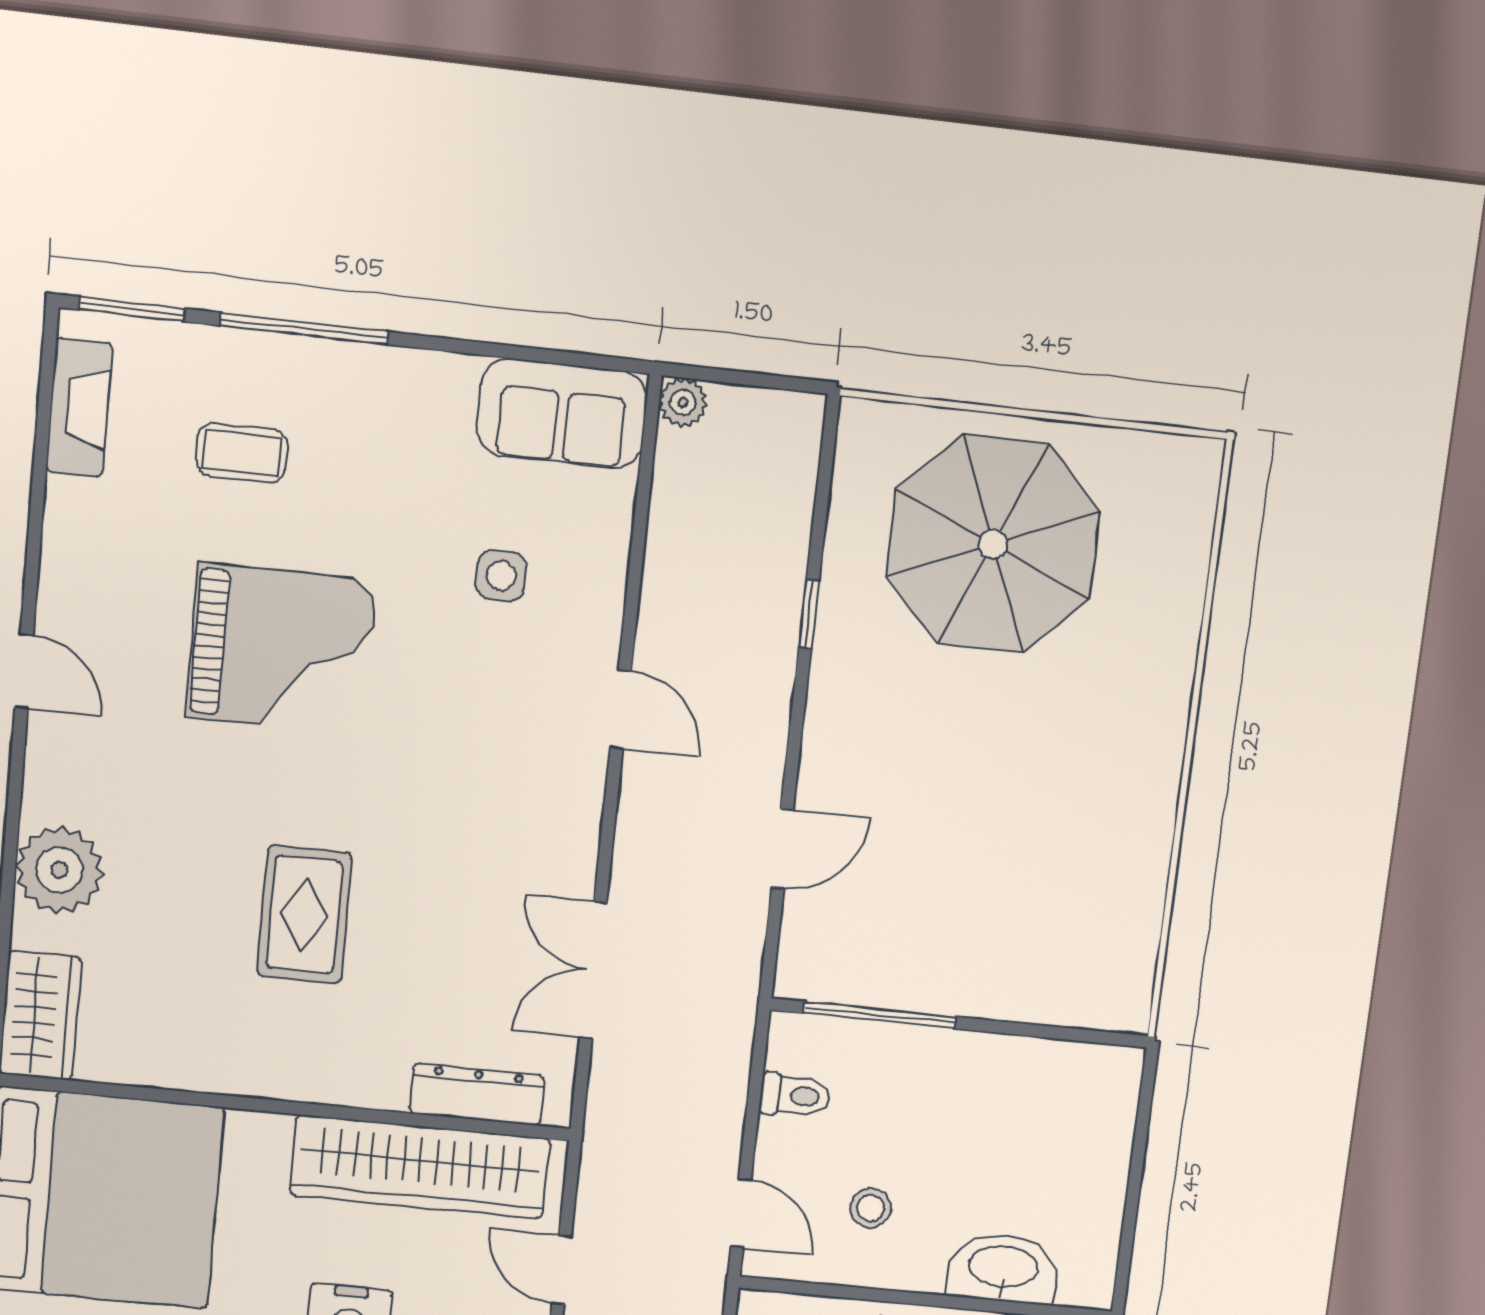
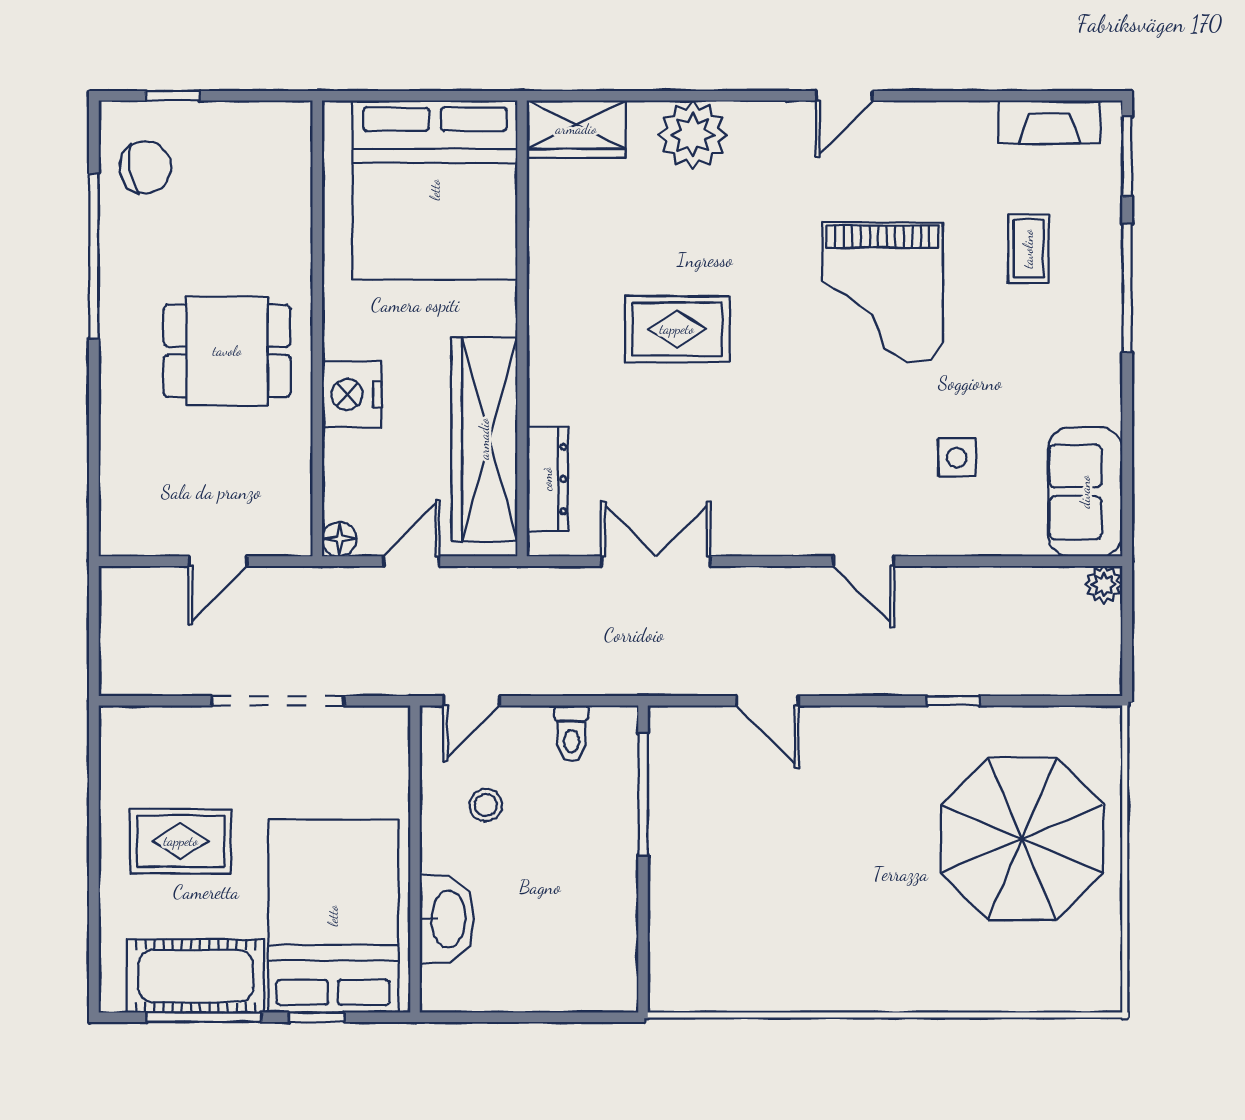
door: (621, 709) -> (864, 561), hinge flipped

